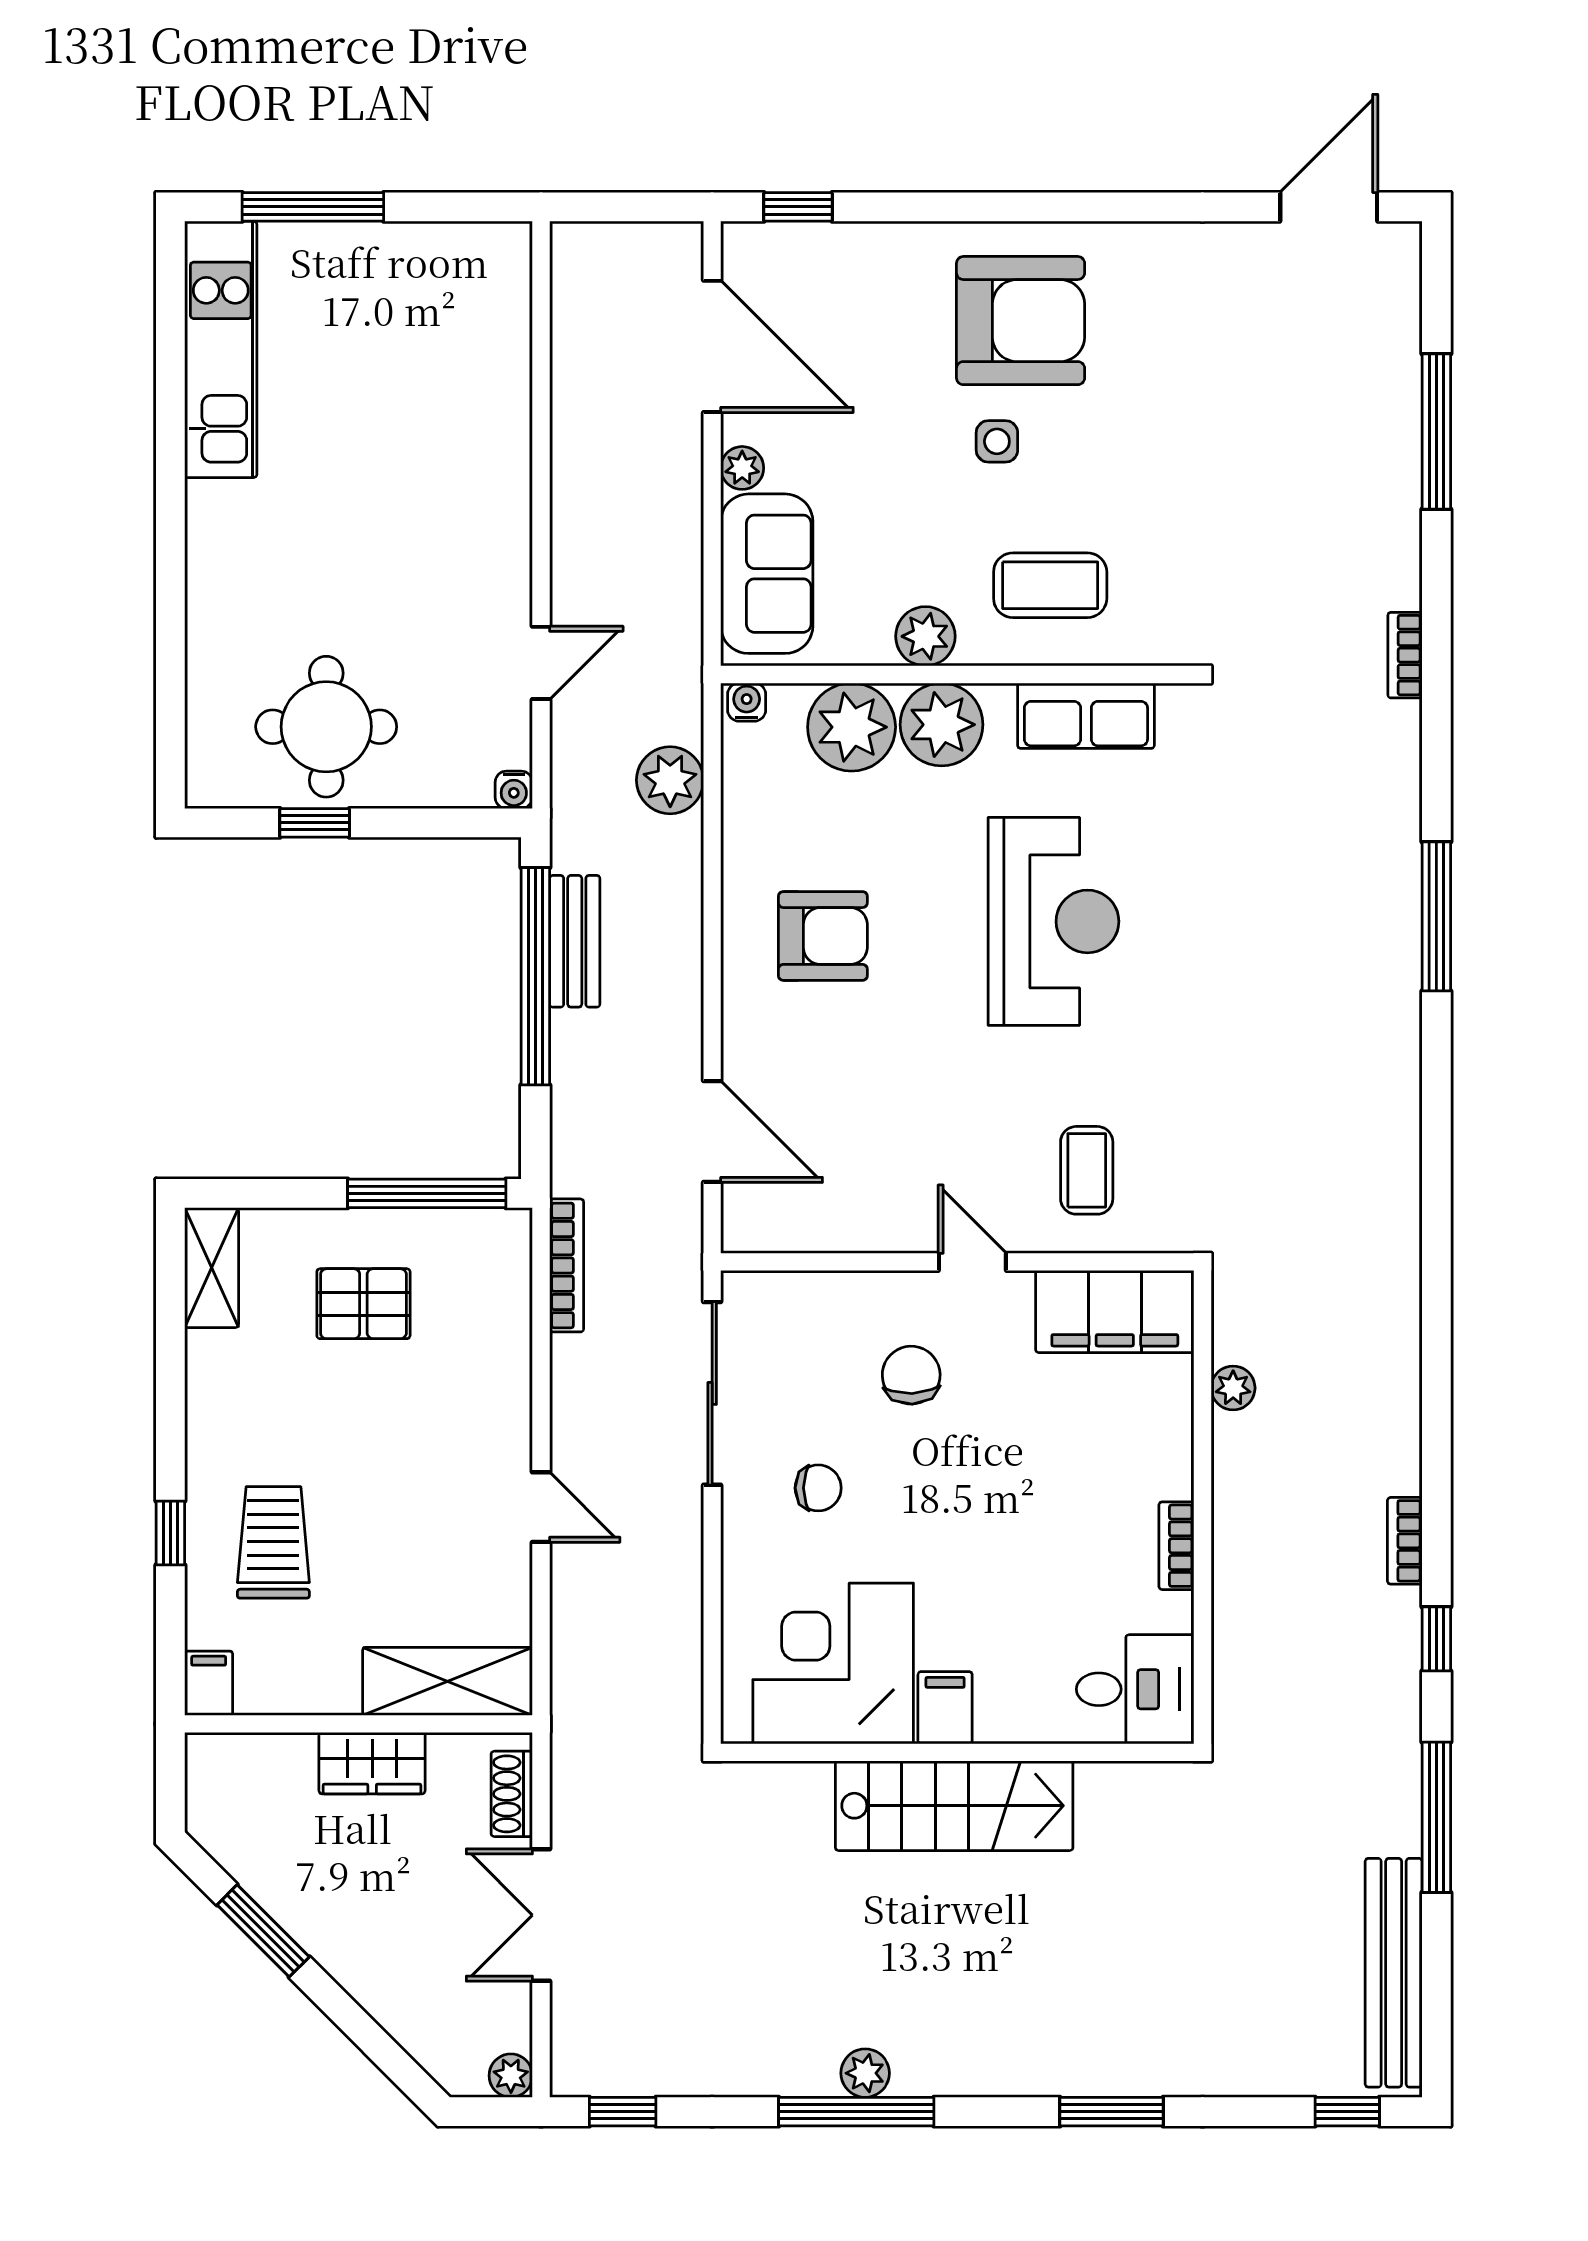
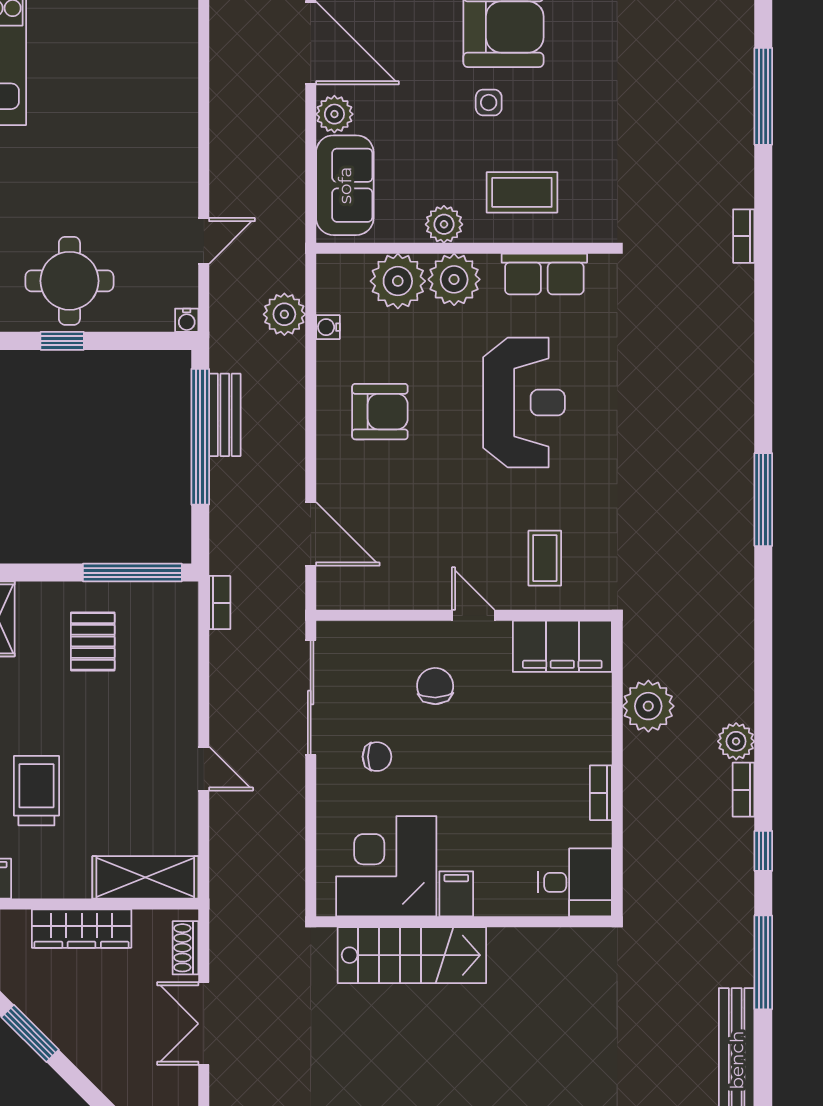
plant: (742, 468) -> (334, 114), width x1.38, depth x1.38
water cooler: (747, 702) -> (328, 327), moved, turned -90
window: (1436, 916) -> (763, 500), moved
bookcase: (567, 1265) -> (220, 603), width x0.64
pallet: (363, 1304) -> (93, 641), turned 90
plant: (1233, 1388) -> (648, 706), width x1.88, depth x1.88
plant: (1393, 1464) -> (736, 741), added
wardrobe: (372, 1763) -> (82, 929), width x1.50
stairs: (954, 1806) -> (412, 955), moved

